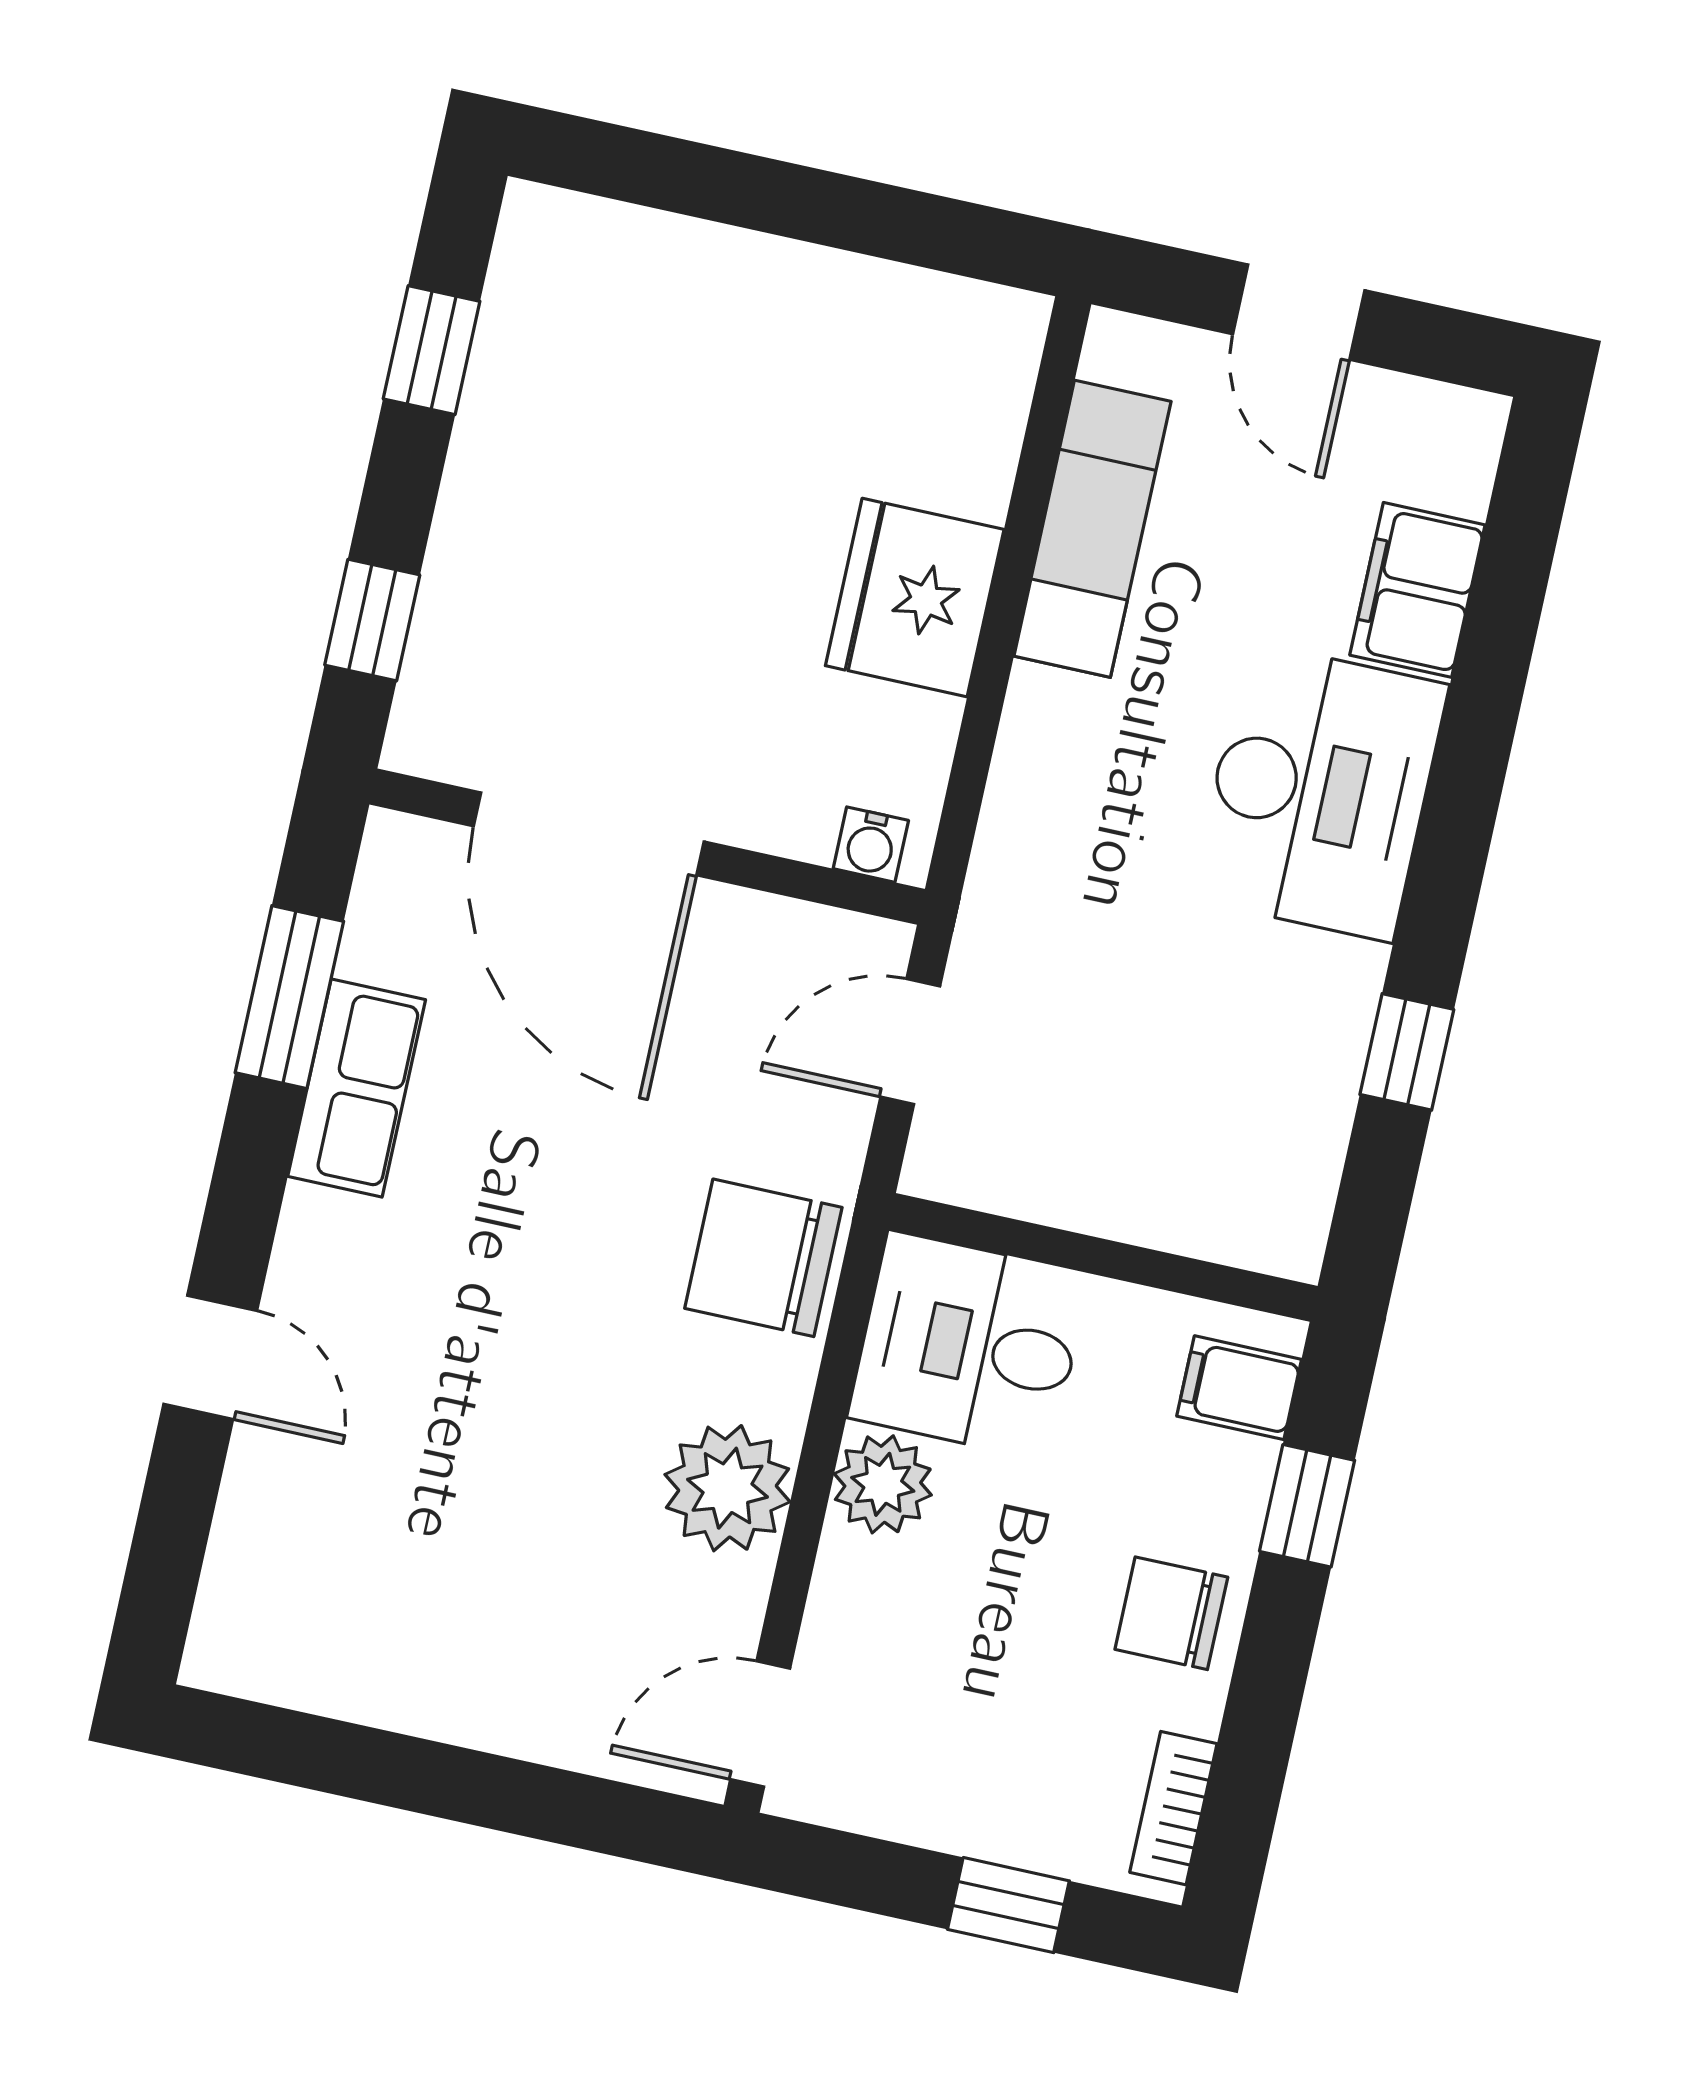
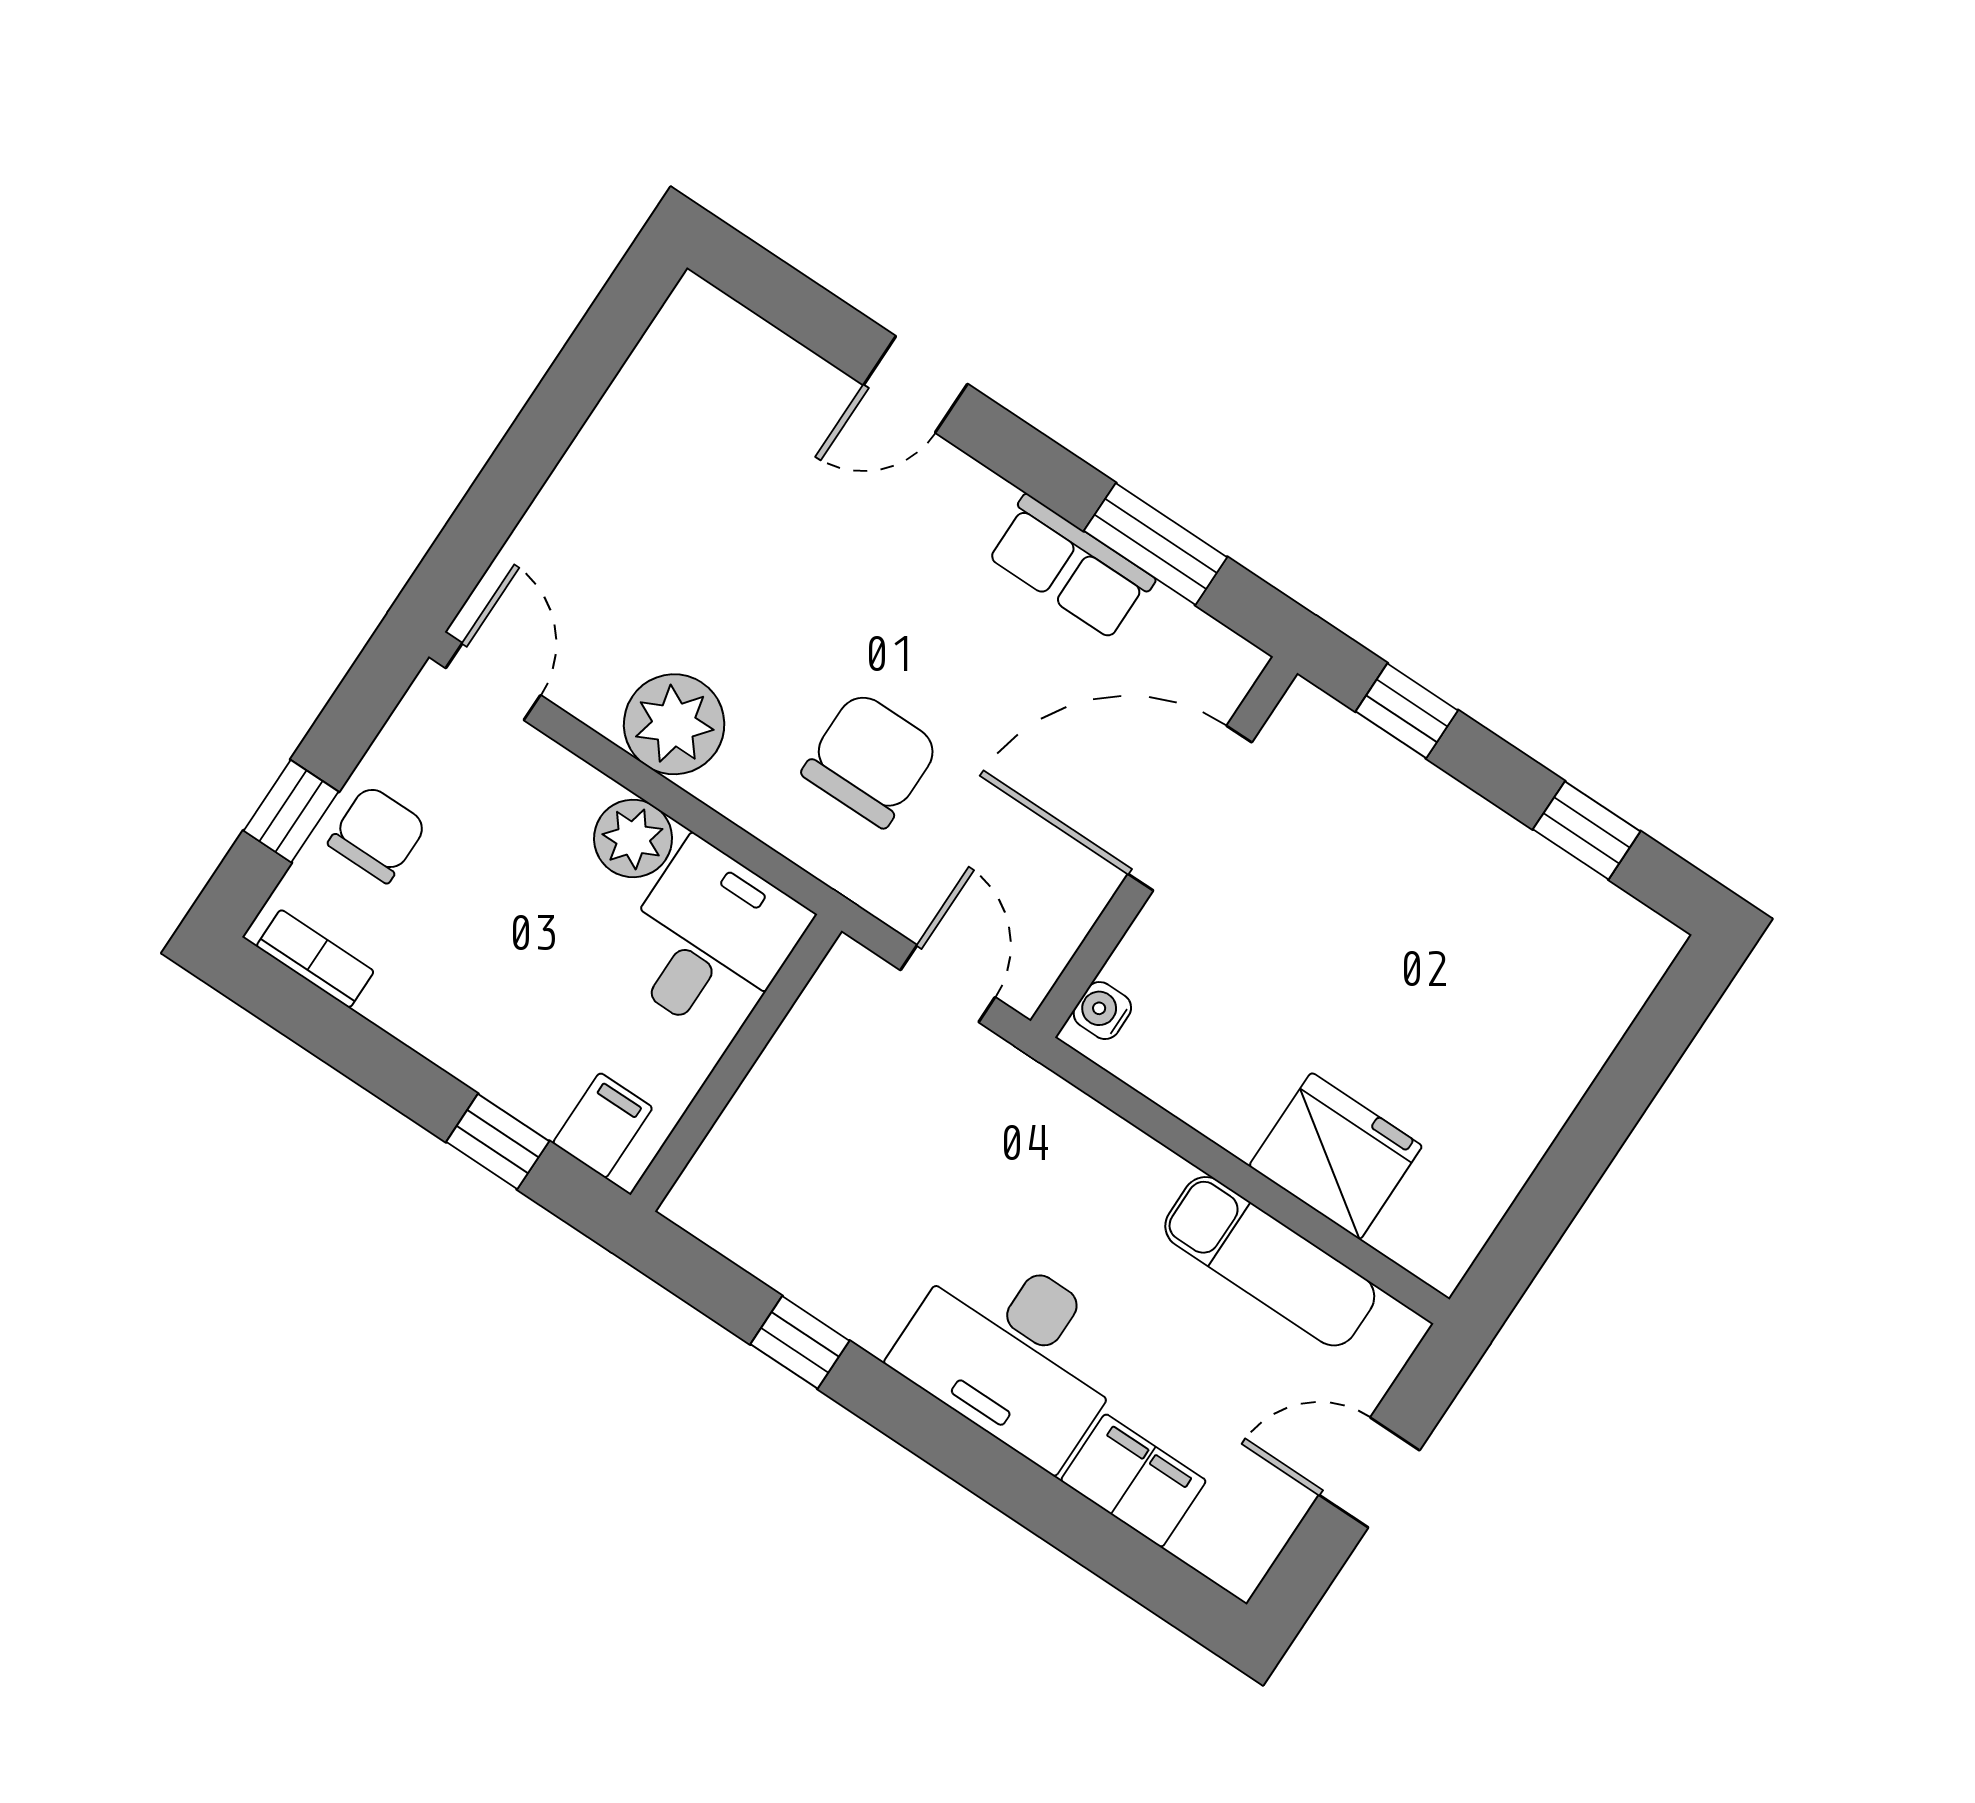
fridge: (915, 598) -> (1336, 1156), moved
chair: (763, 1258) -> (871, 759), moved
chair: (1171, 1613) -> (377, 834), moved

